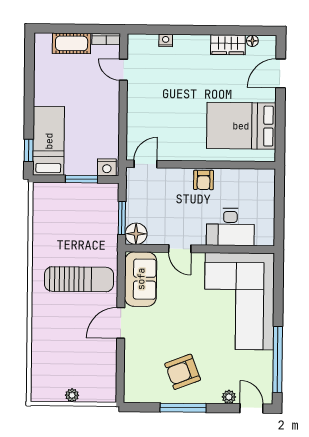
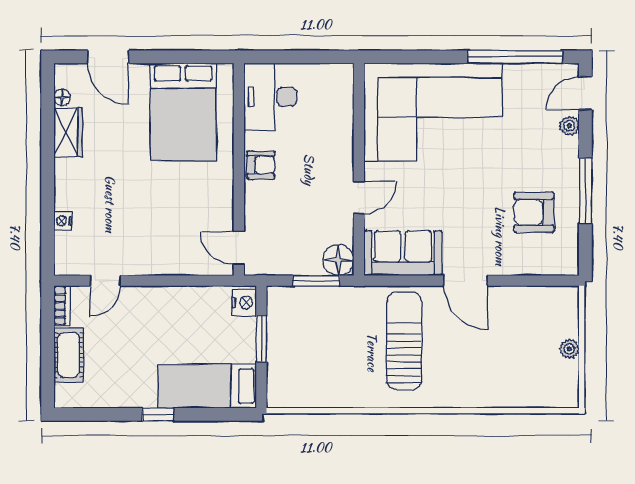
window: (29, 150) -> (158, 414), moved
desk: (230, 227) -> (270, 97), moved, turned 180
armchair: (183, 372) -> (534, 212), moved, turned 111

